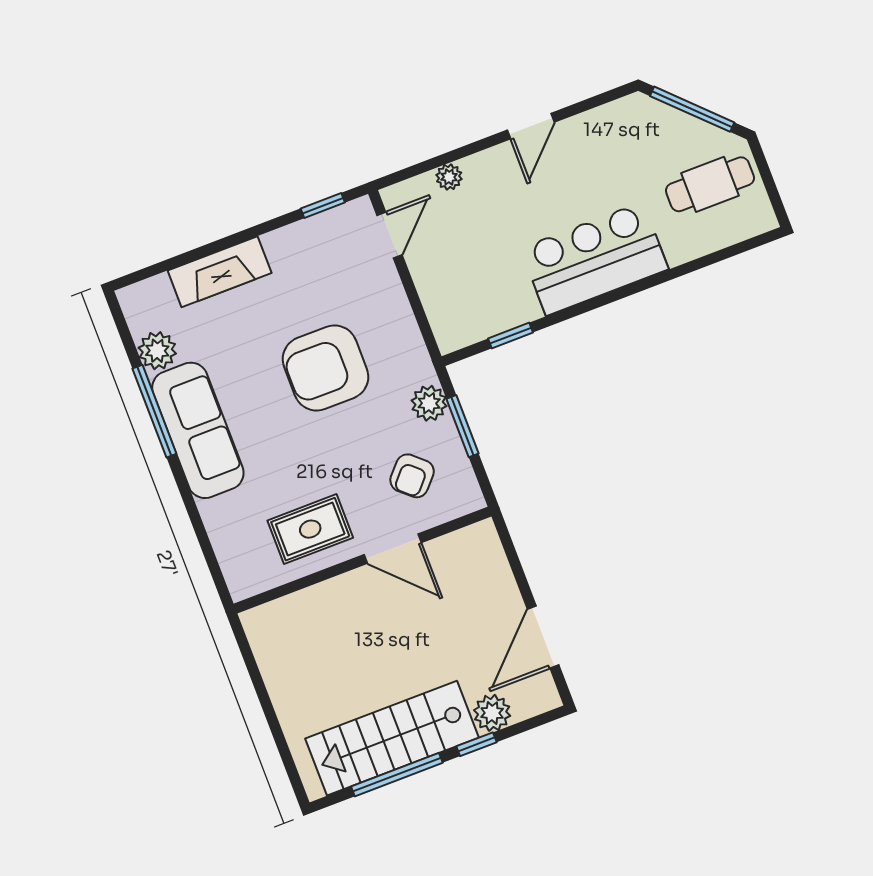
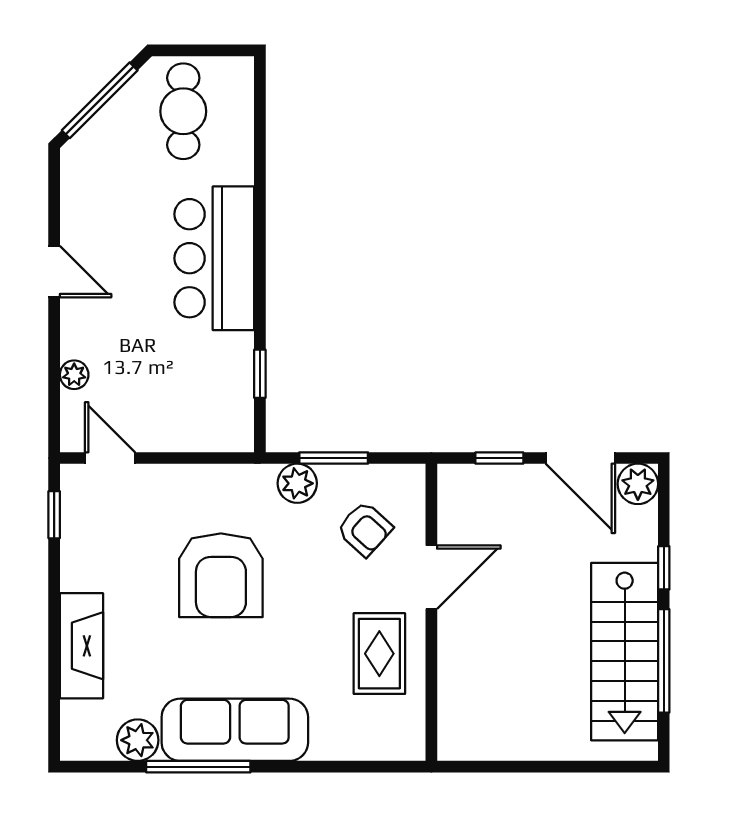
window: (517, 568) -> (499, 458), added
plant: (492, 713) -> (638, 484), moved

